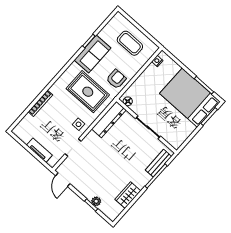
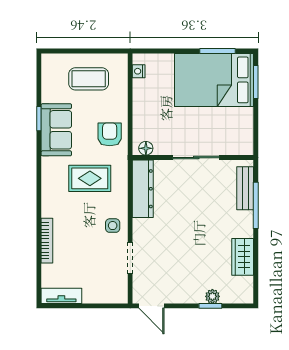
rug: (88, 92) -> (90, 178), width x0.73, depth x0.70
tv unit: (39, 150) -> (61, 296), moved

